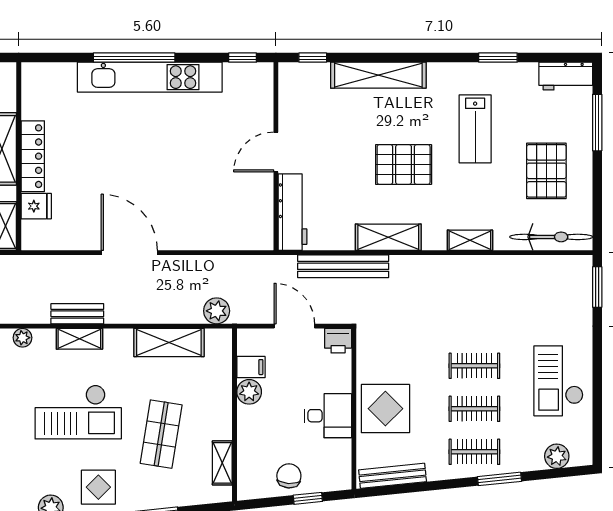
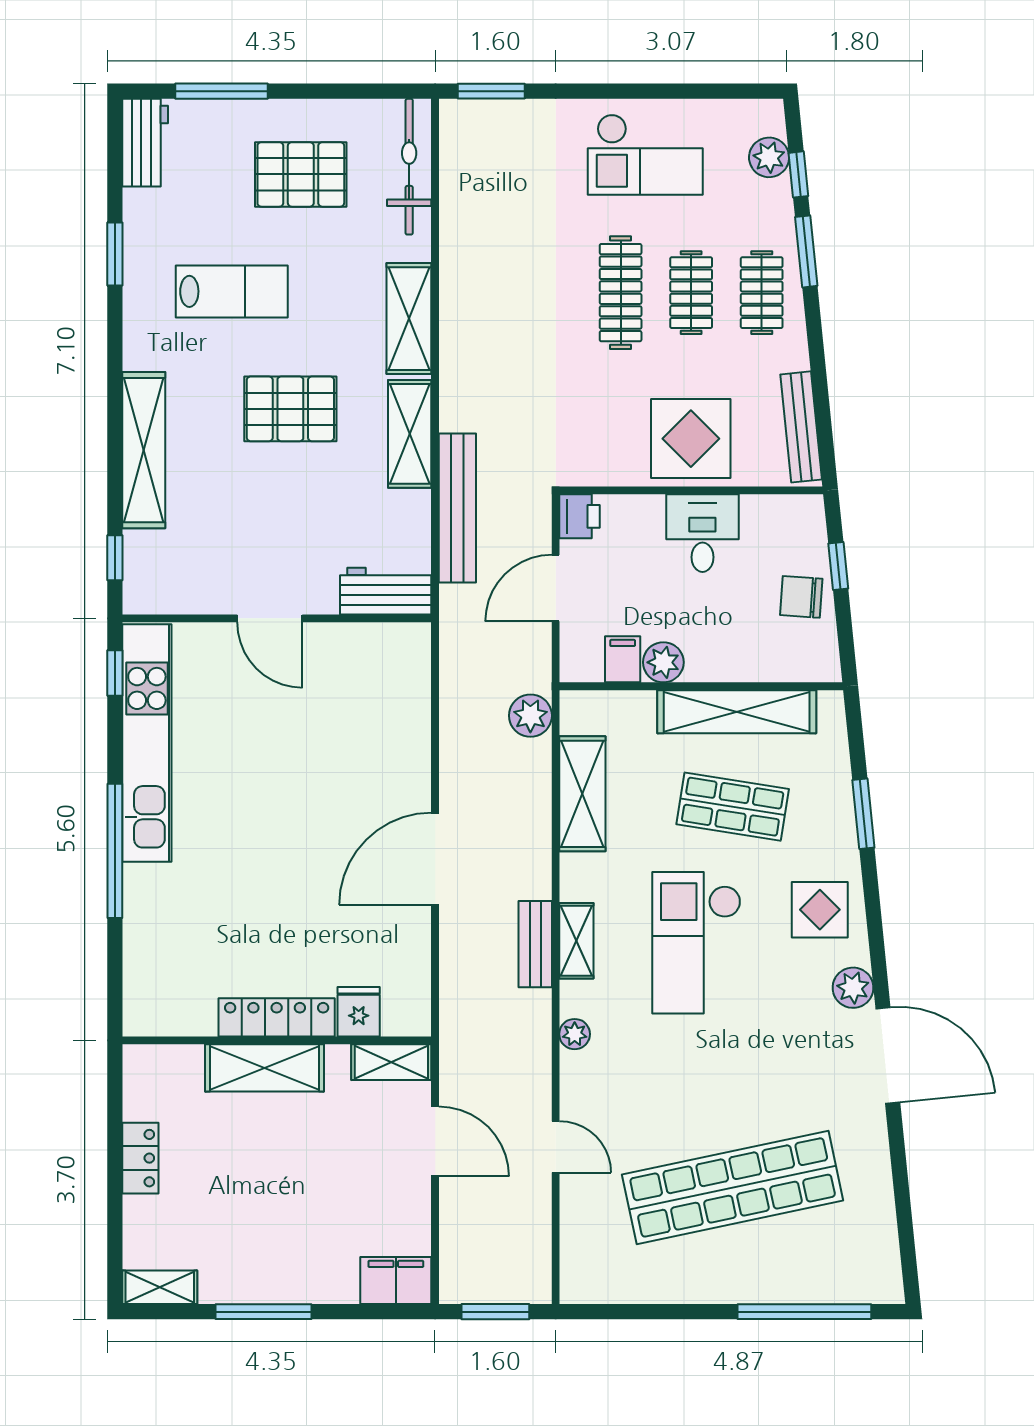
kitchen unit: (150, 77) -> (147, 743), moved
pallet: (404, 165) -> (290, 409), turned 90
workbench: (292, 212) -> (386, 591), width x0.73
shelving: (470, 240) -> (409, 319), width x1.50, depth x1.33
clothes rail: (474, 366) -> (621, 293), width x1.36
checkout: (78, 412) -> (696, 943), turned 180
shelving: (222, 463) -> (737, 712), width x2.20, depth x1.33
window: (546, 474) -> (798, 174), added

